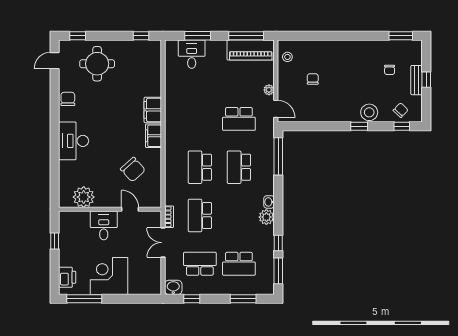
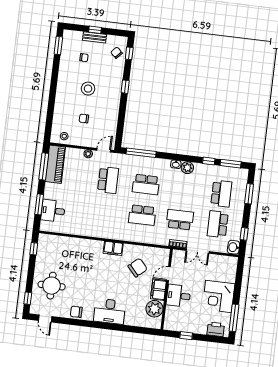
filing cabinet: (153, 110) -> (158, 290), moved, turned 90
stool: (369, 112) -> (88, 89), moved
school desk: (200, 215) -> (180, 220), turned 180

